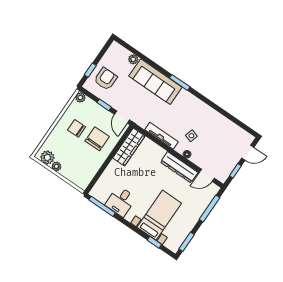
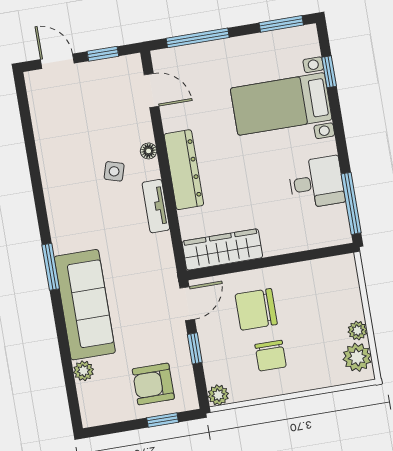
tv unit: (162, 136) -> (156, 206), width x0.71
dresser: (179, 167) -> (184, 170), moved

